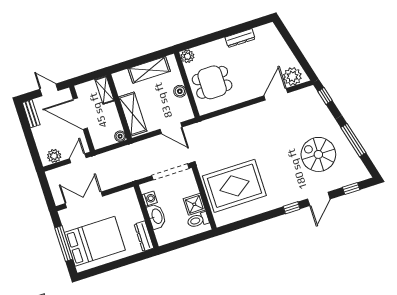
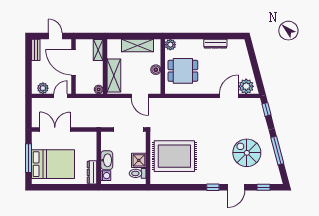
washing machine: (150, 199) -> (106, 176), moved

